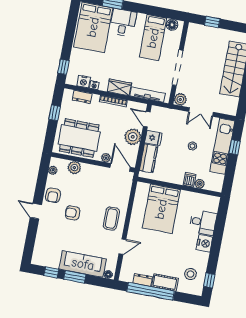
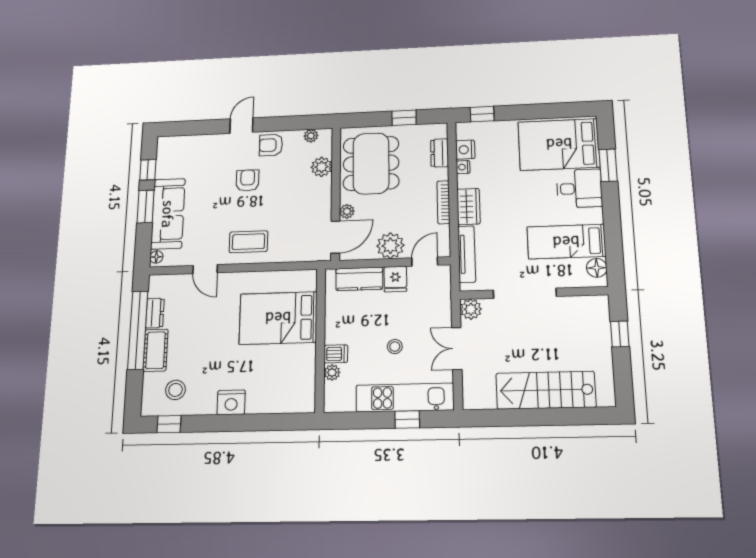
desk: (203, 222) -> (267, 392), removed

